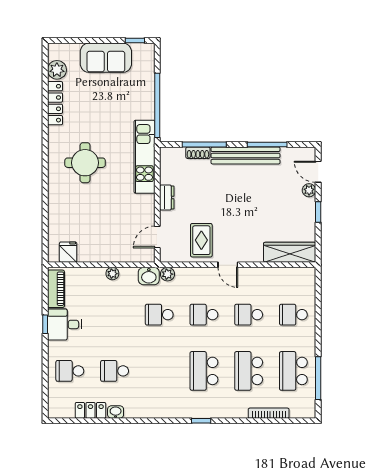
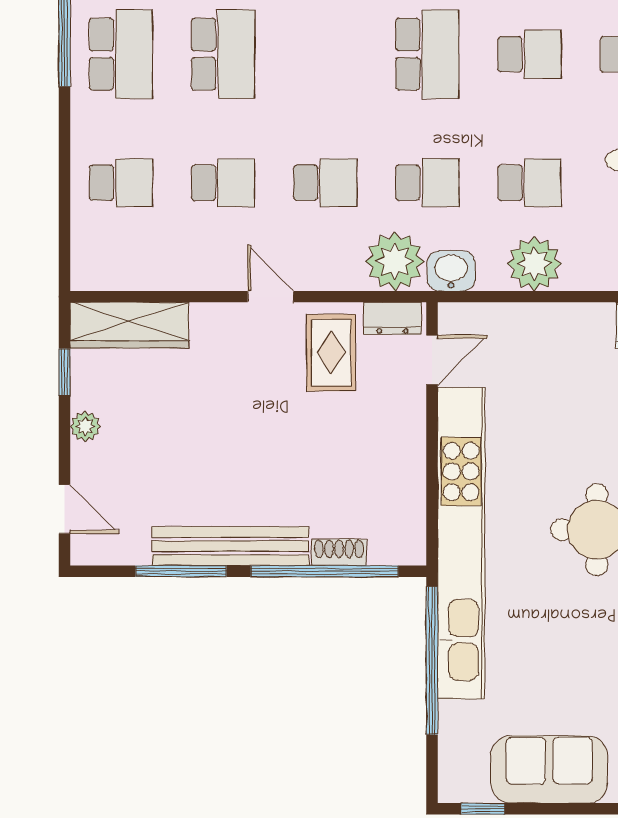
window: (204, 145) -> (325, 571), width x1.46
kitchen unit: (144, 157) -> (461, 543), width x1.86
plant: (309, 190) -> (85, 426), moved
dresser: (167, 198) -> (392, 318), moved, turned -90
window: (318, 212) -> (65, 372), moved
plant: (112, 274) -> (534, 264), width x1.87, depth x1.87
plant: (167, 274) -> (395, 261), width x1.87, depth x1.87
school desk: (115, 315) -> (529, 183), added
school desk: (204, 371) -> (427, 54), moved

